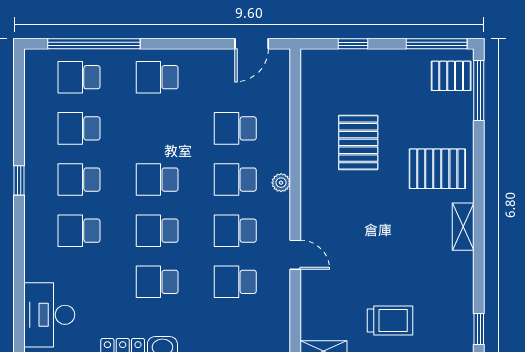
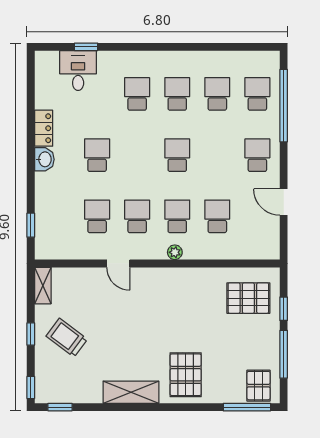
door: (252, 44) -> (284, 202), moved
window: (437, 44) -> (284, 354), moved
pallet: (358, 142) -> (248, 298), moved
window: (19, 180) -> (86, 47), moved
shelving: (463, 227) -> (131, 392), width x1.50, depth x1.33
school desk: (157, 231) -> (137, 155), removed
door: (295, 255) -> (118, 263), hinge flipped
desk: (49, 315) -> (78, 71), width x0.73
trolley: (390, 321) -> (67, 338), turned 127

